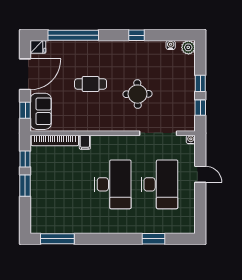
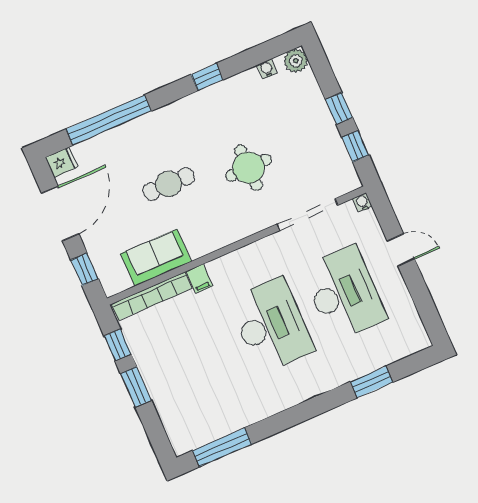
sofa: (41, 111) -> (156, 258), moved, turned -90

